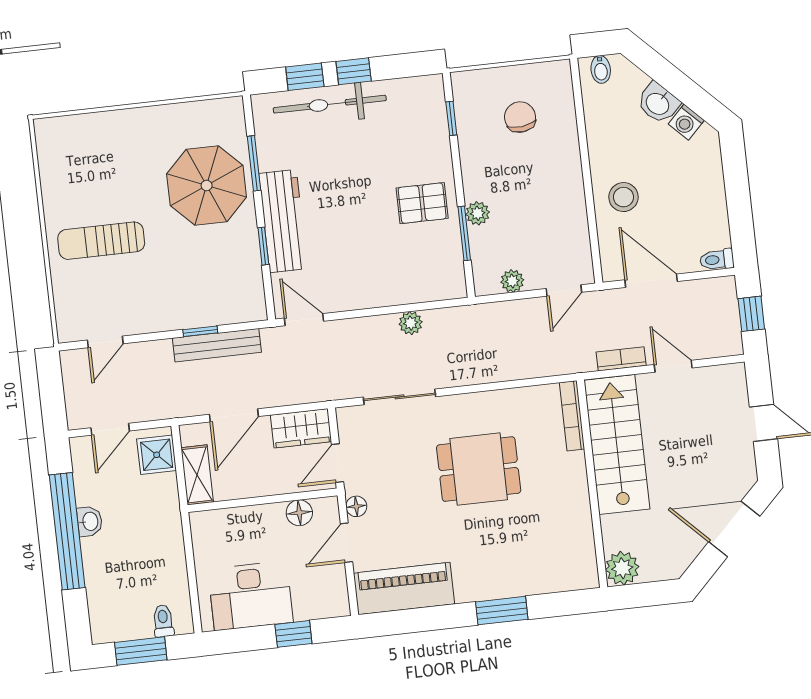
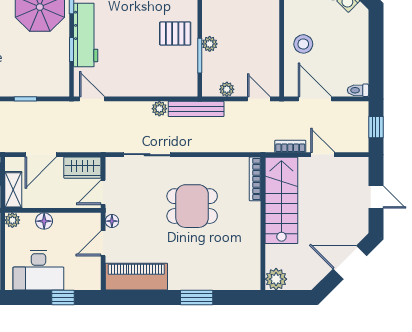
door: (564, 290) -> (259, 99), swing flipped
bench: (217, 345) -> (196, 109), moved
floor lamp: (299, 513) -> (44, 221), moved
plant: (201, 522) -> (12, 220), added

